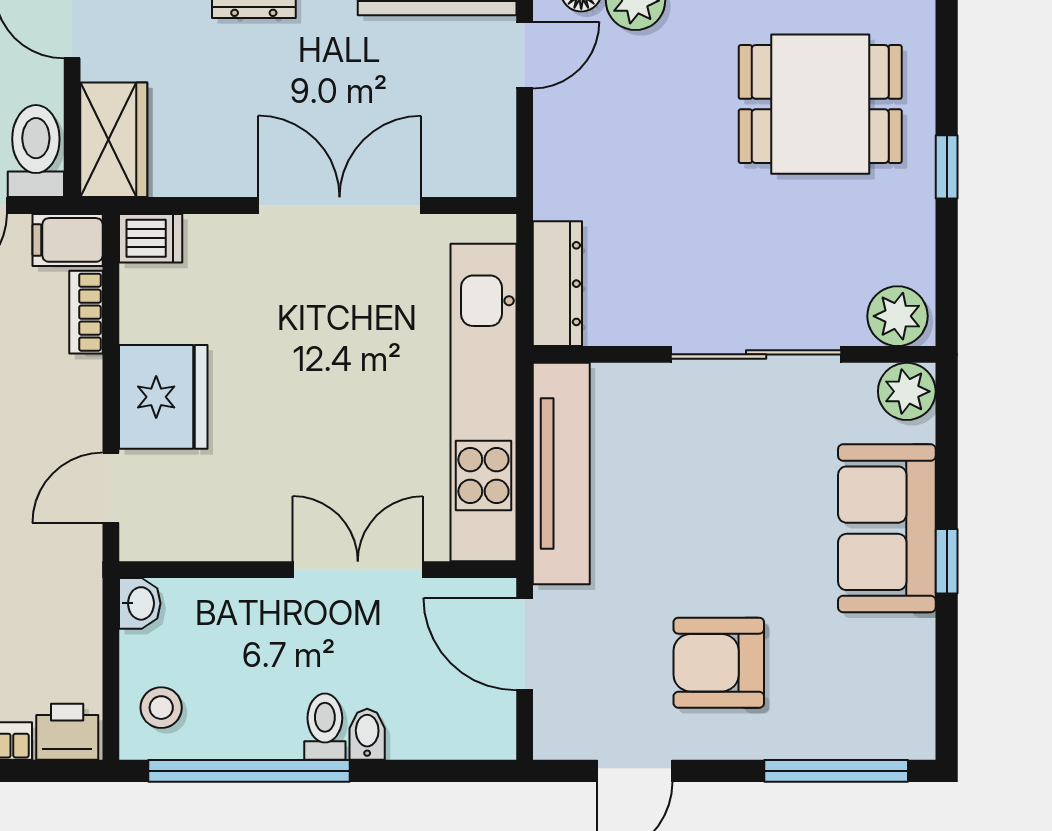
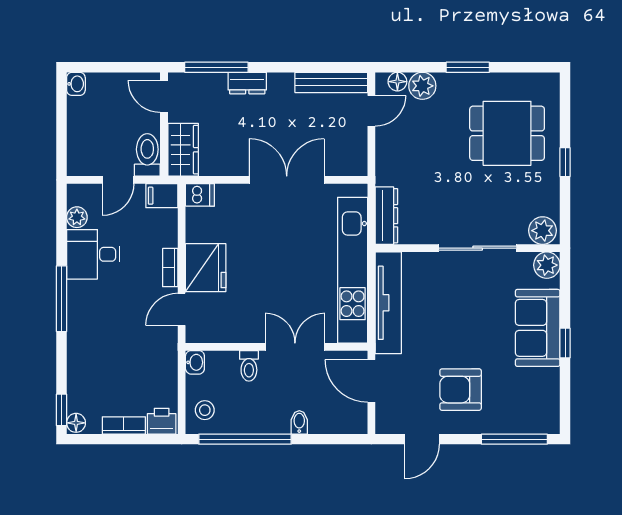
bookcase: (86, 312) -> (170, 268), moved
toilet: (325, 727) -> (249, 366), moved, turned 180

